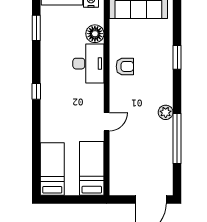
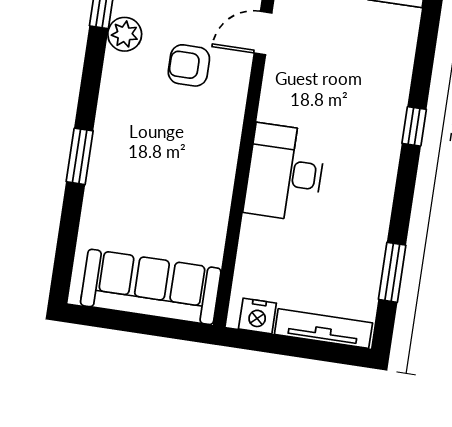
floor lamp: (95, 34) -> (260, 239), removed
armchair: (125, 66) -> (189, 65), moved

